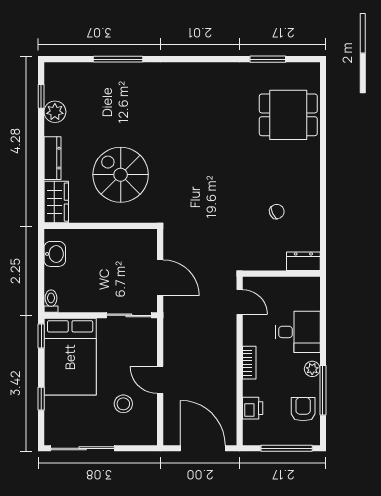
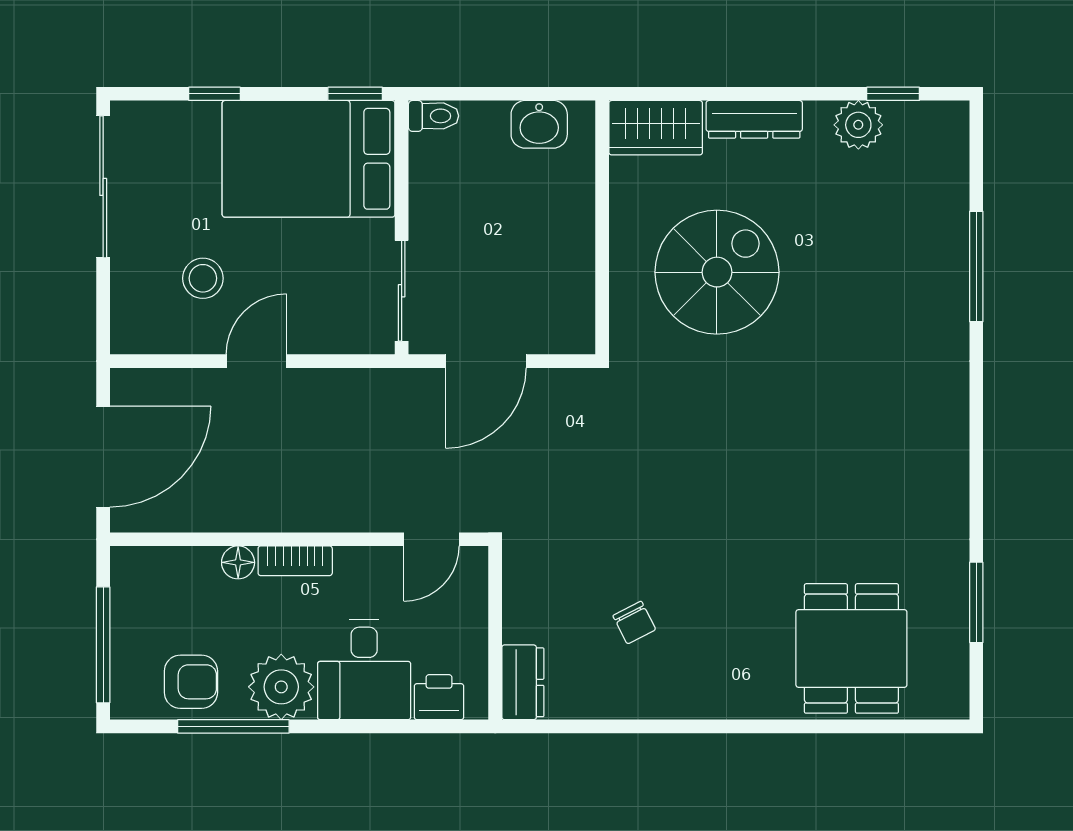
plant: (312, 369) -> (281, 687), width x1.87, depth x1.87
floor lamp: (250, 388) -> (238, 562), added
printer: (253, 408) -> (439, 697), moved, turned 180

